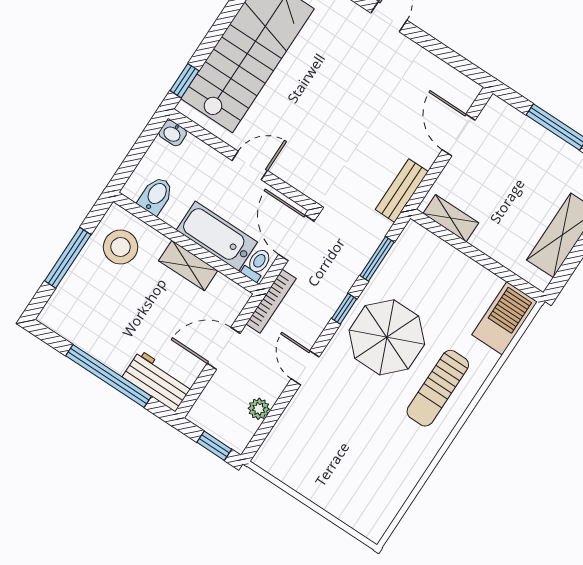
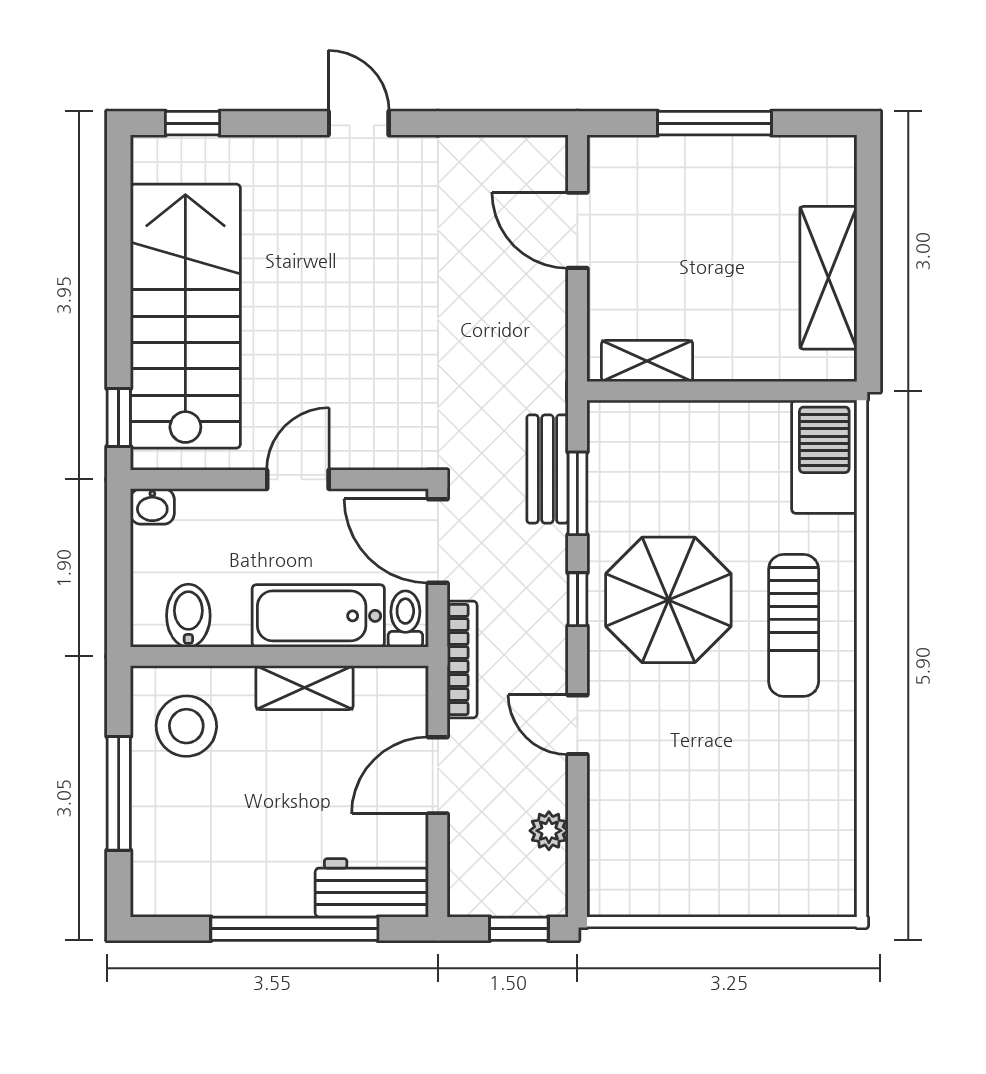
bench: (402, 191) -> (547, 469), moved

